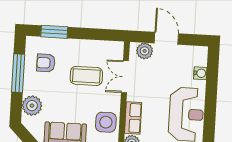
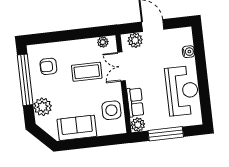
window: (54, 32) -> (51, 37), removed
plant: (109, 47) -> (103, 42), added
window: (18, 73) -> (25, 80), width x1.46

